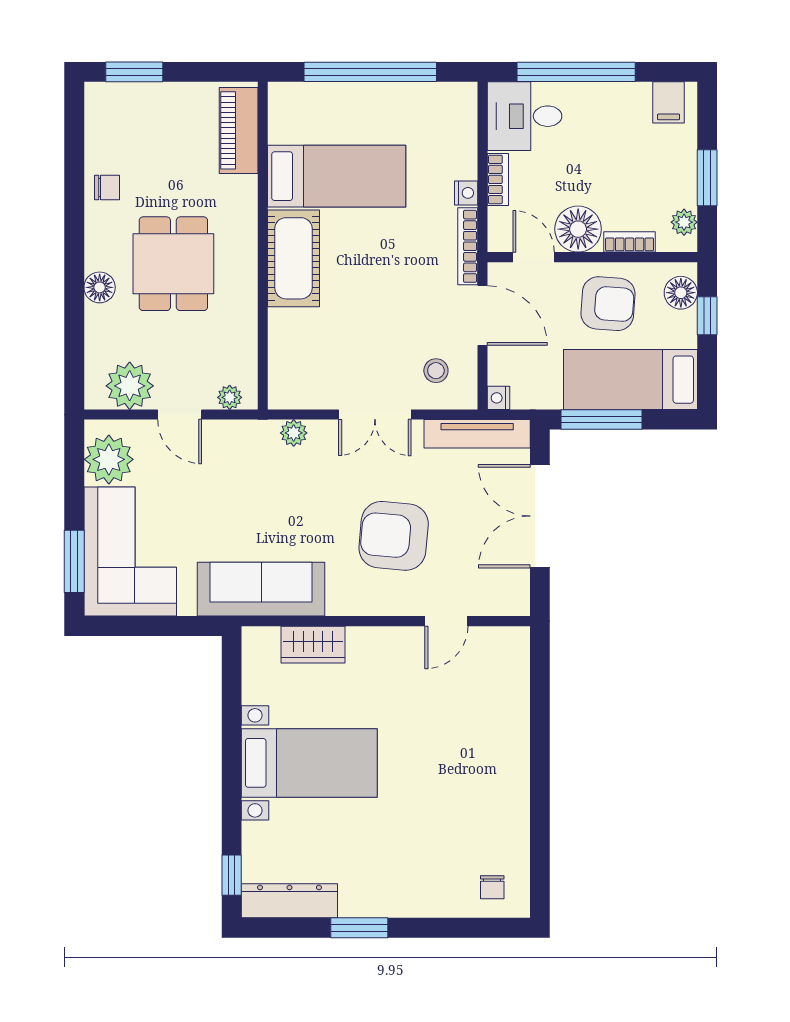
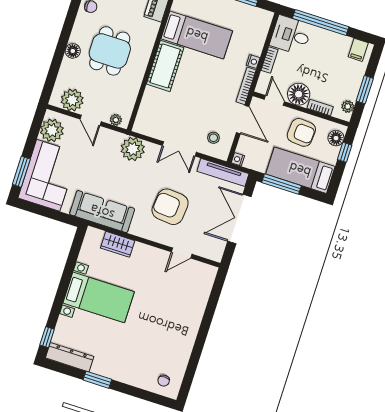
plant: (294, 433) -> (133, 149), width x1.88, depth x1.88

